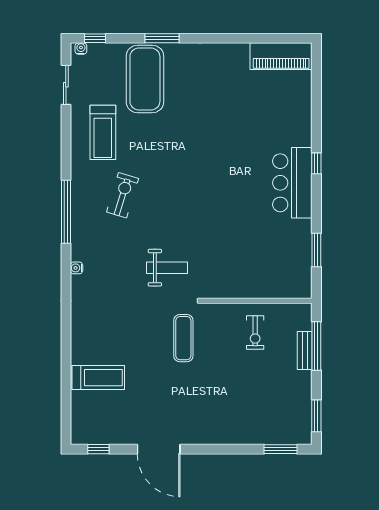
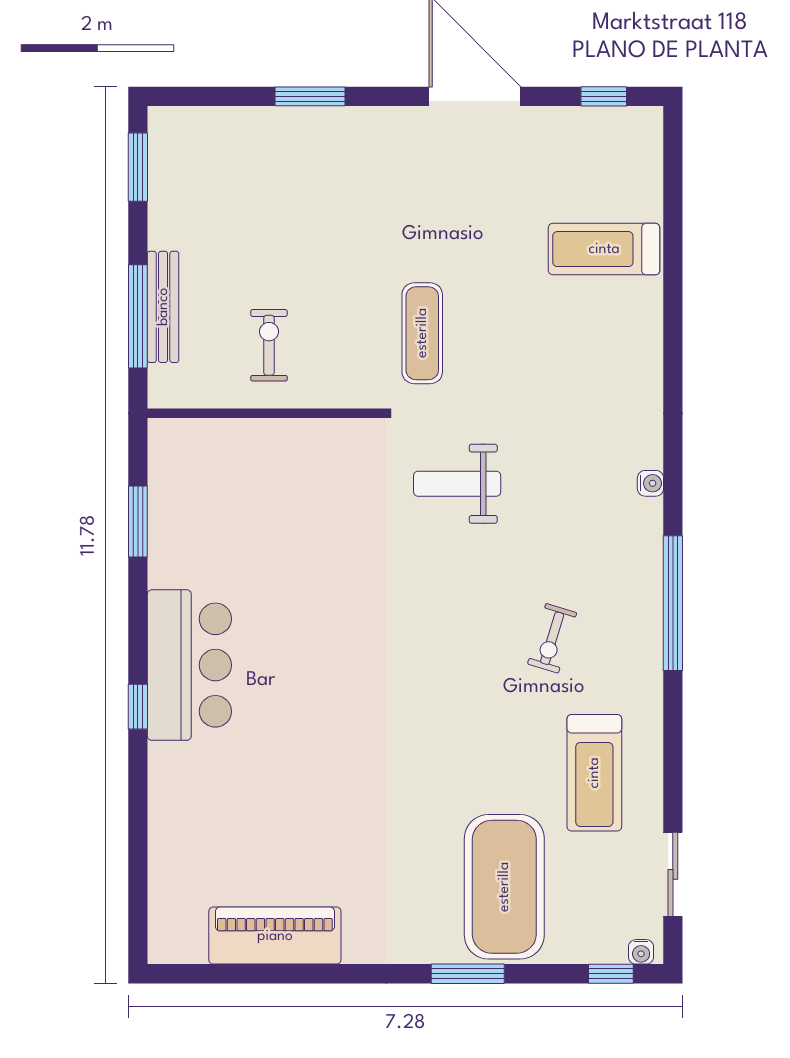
piano: (281, 56) -> (275, 936), moved
treadmill: (103, 132) -> (594, 773), turned 180
exercise bike: (123, 195) -> (552, 638), width x0.73, depth x0.72
bench: (305, 350) -> (163, 307), width x1.36
window: (281, 449) -> (310, 96), moved

